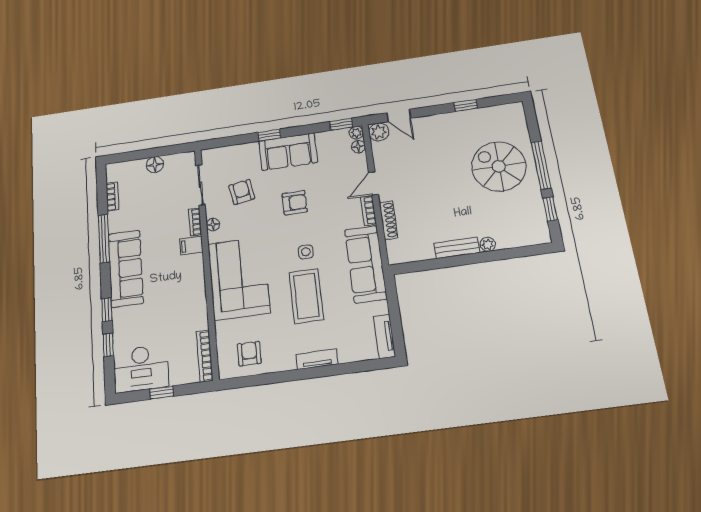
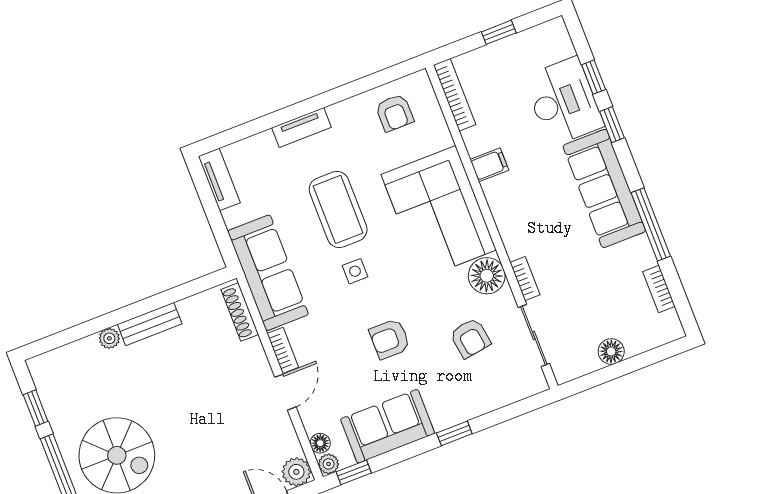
sofa: (288, 152) -> (388, 426), moved
shoe rack: (388, 220) -> (240, 312), moved
floor lamp: (213, 225) -> (487, 276), width x1.89, depth x1.89
filing cabinet: (191, 246) -> (489, 165), moved
desk: (141, 368) -> (564, 102), moved, turned 90

